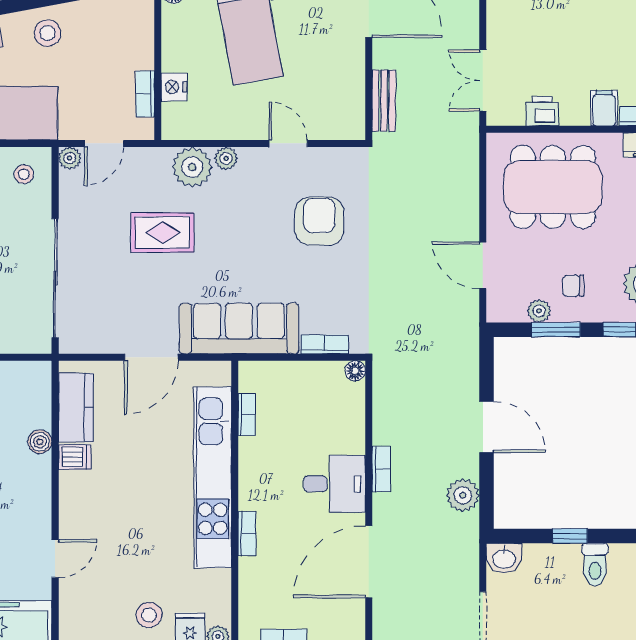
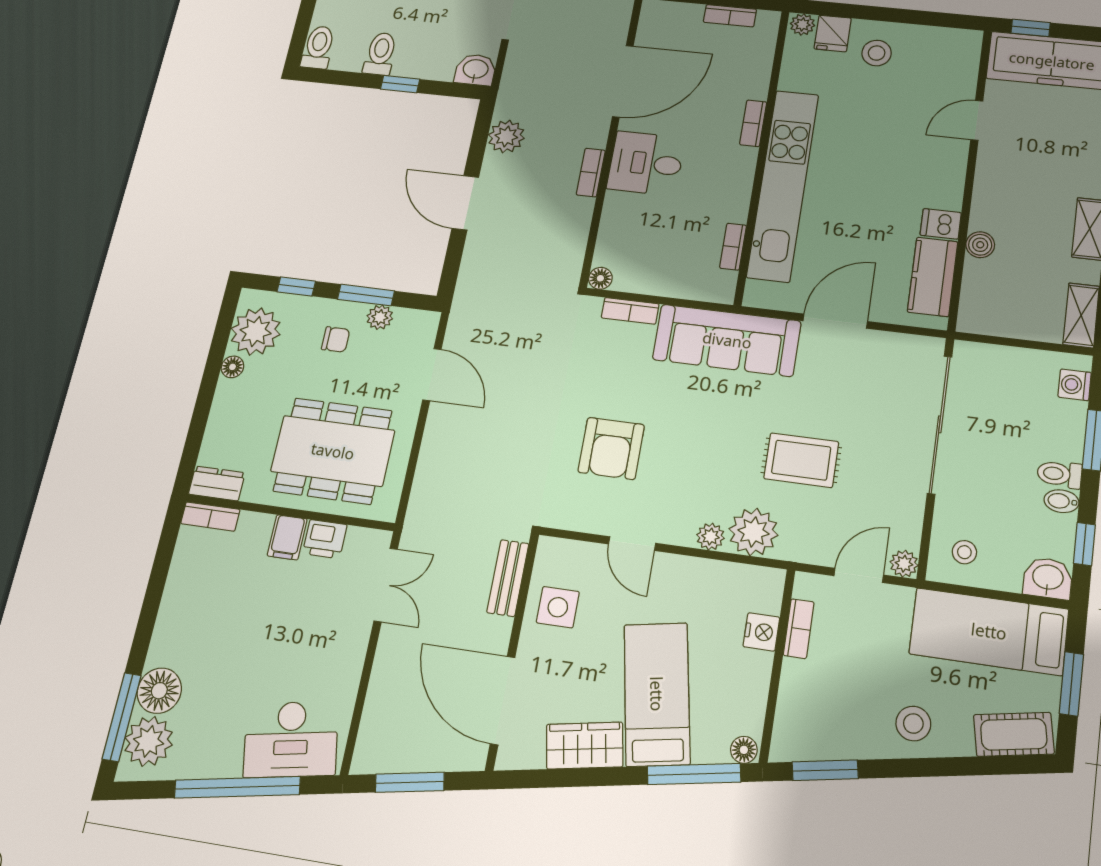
side table: (339, 83) -> (558, 607), added
filing cabinet: (604, 108) -> (287, 537), moved

